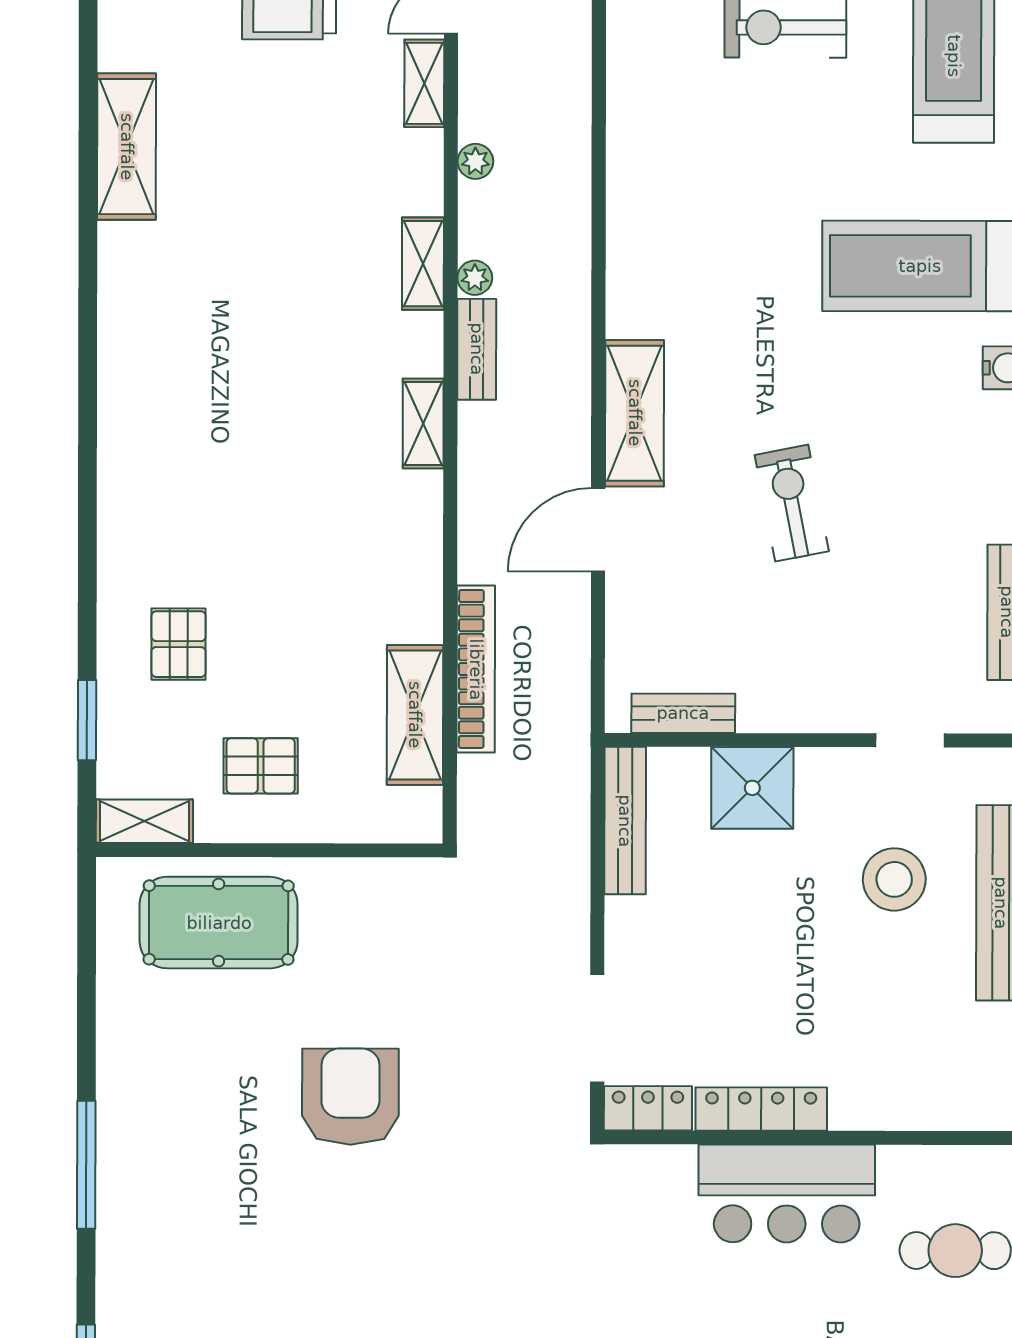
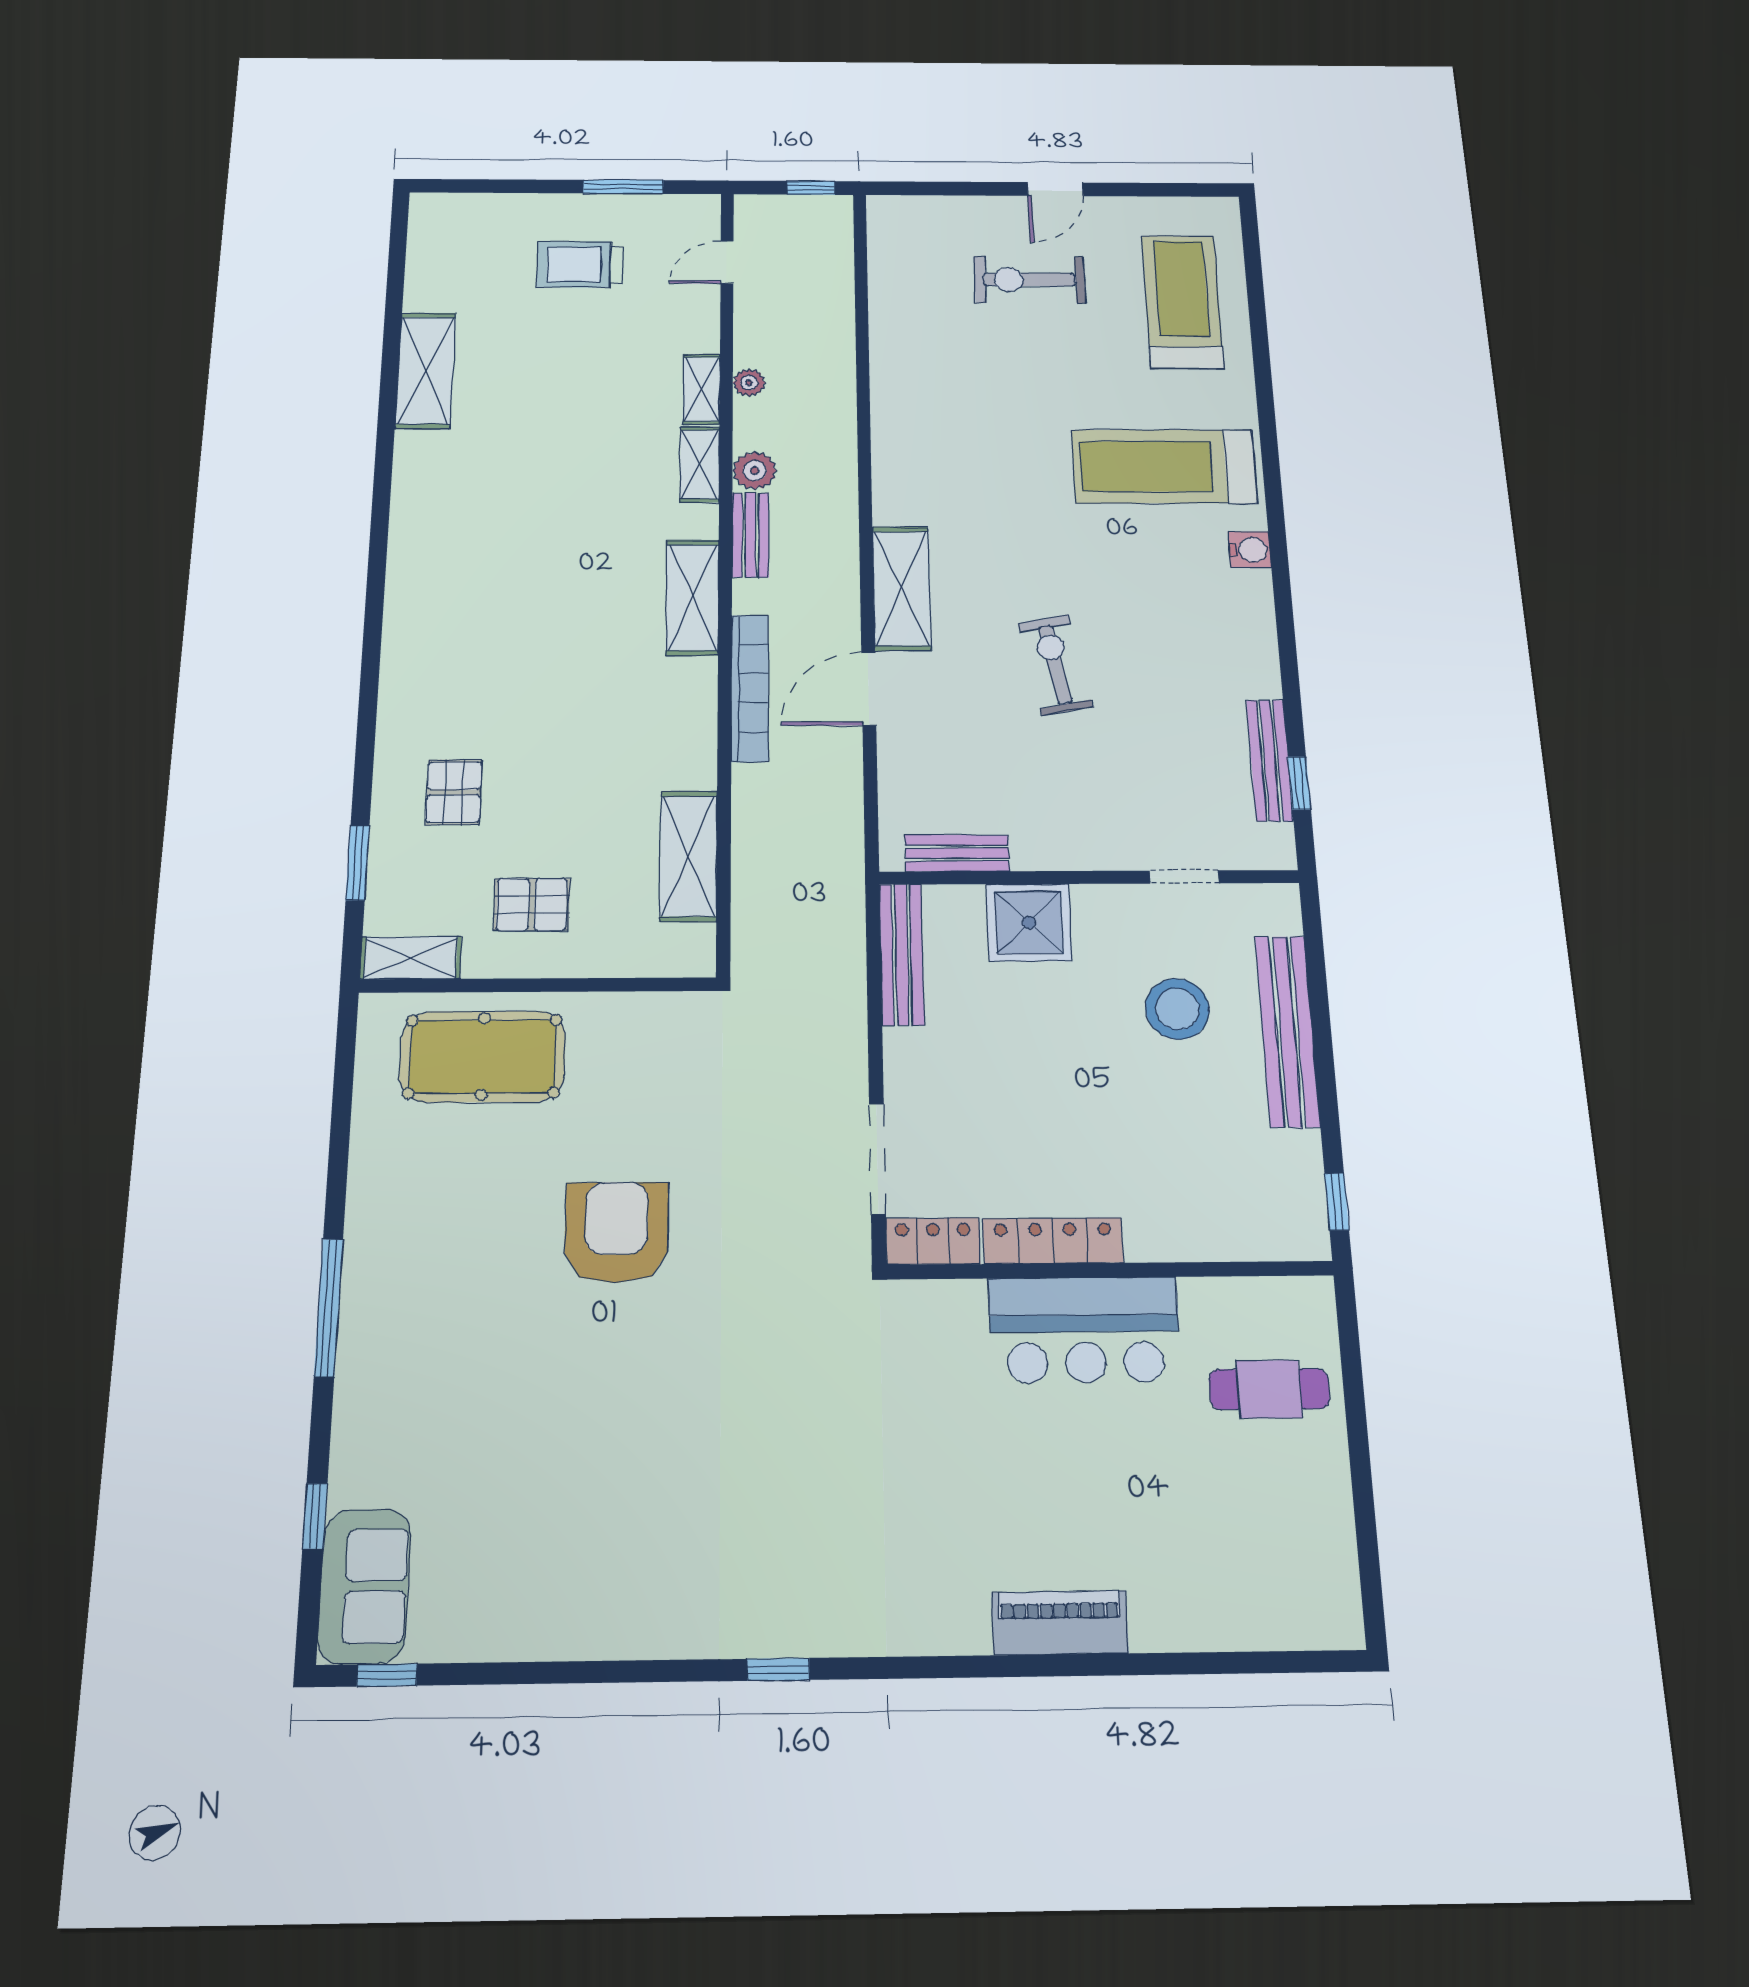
shelving: (424, 83) -> (702, 389), moved
plant: (475, 278) -> (755, 471), width x1.38, depth x1.38
shelving: (423, 424) -> (693, 597), width x1.50, depth x1.33
bookcase: (476, 669) -> (750, 688), moved

